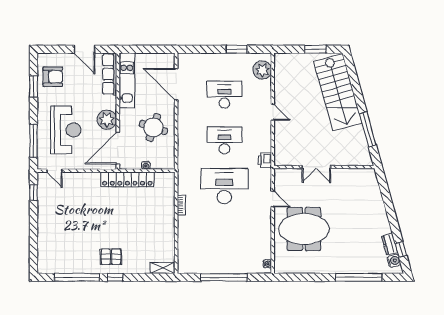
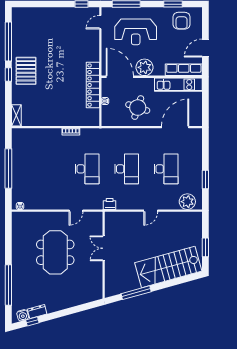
desk: (224, 186) -> (87, 169), width x0.73, depth x0.77
meeting table: (304, 229) -> (55, 252), moved
pallet: (111, 257) -> (26, 71), width x1.50, depth x1.42

